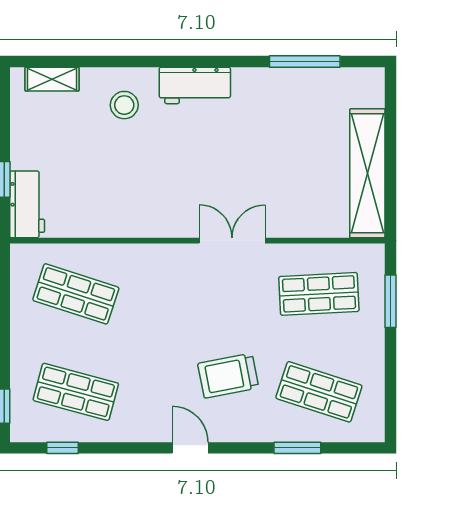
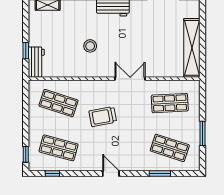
stool: (124, 105) -> (90, 46), moved
window: (391, 301) -> (203, 133), moved
trolley: (228, 376) -> (103, 117), moved

